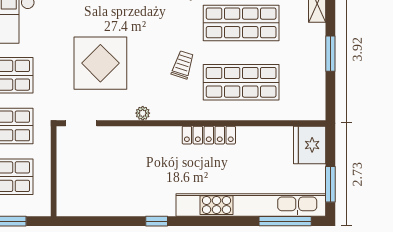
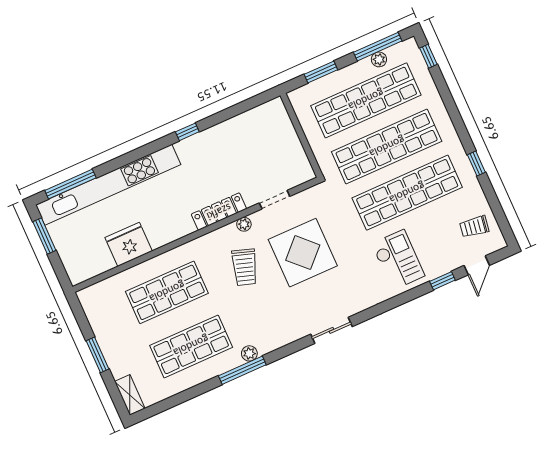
trolley: (183, 65) -> (245, 267), moved, width x1.36, depth x1.39
doorway: (81, 123) -> (275, 200), moved
locker: (209, 135) -> (219, 212), moved
fridge: (310, 145) -> (129, 244), moved, turned -90

